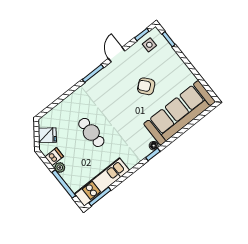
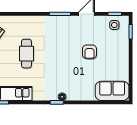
armchair: (146, 86) -> (89, 52), turned -141
sofa: (180, 113) -> (112, 91), width x0.54, depth x0.79

